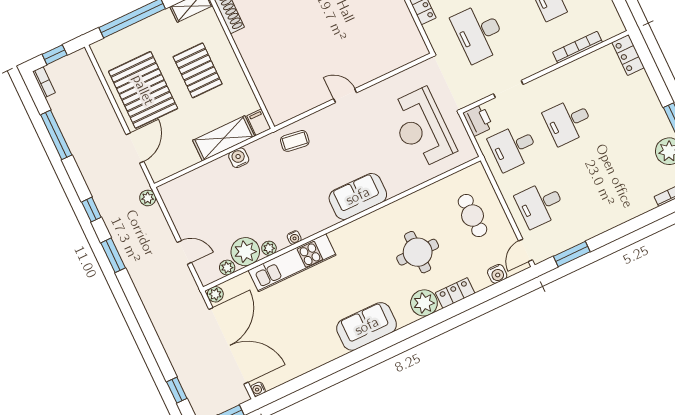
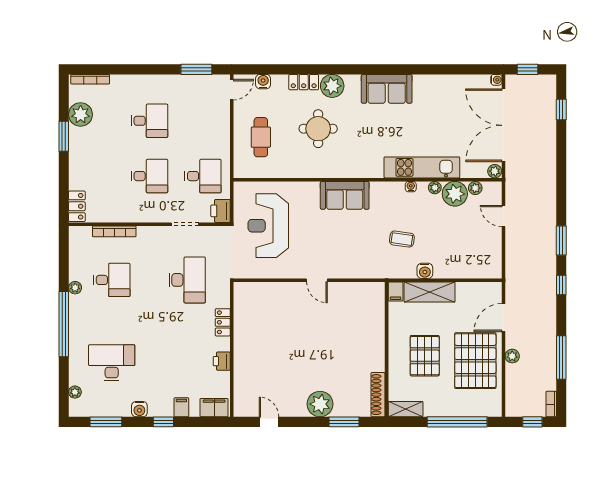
reception desk: (422, 128) -> (268, 226), turned 180
coffee table: (295, 141) -> (402, 239), moved
plant: (148, 198) -> (512, 356), moved
desk: (540, 204) -> (149, 121), moved

